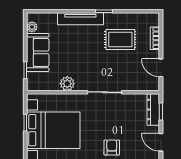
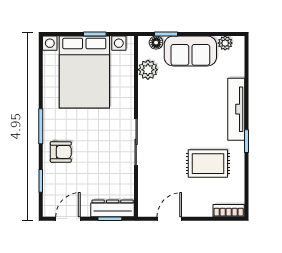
bookcase: (155, 38) -> (229, 211), moved
rug: (120, 40) -> (208, 164), turned 90
floor lamp: (32, 78) -> (156, 43), added
plant: (67, 84) -> (148, 70), moved

